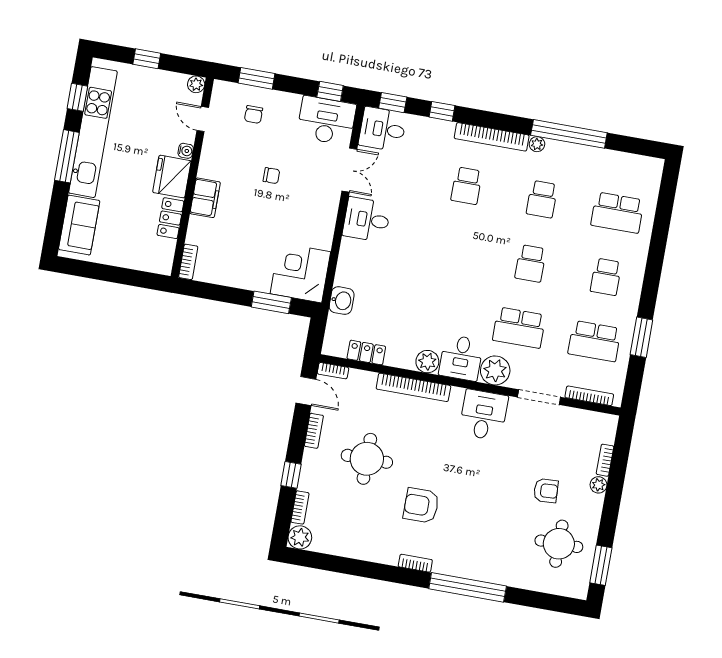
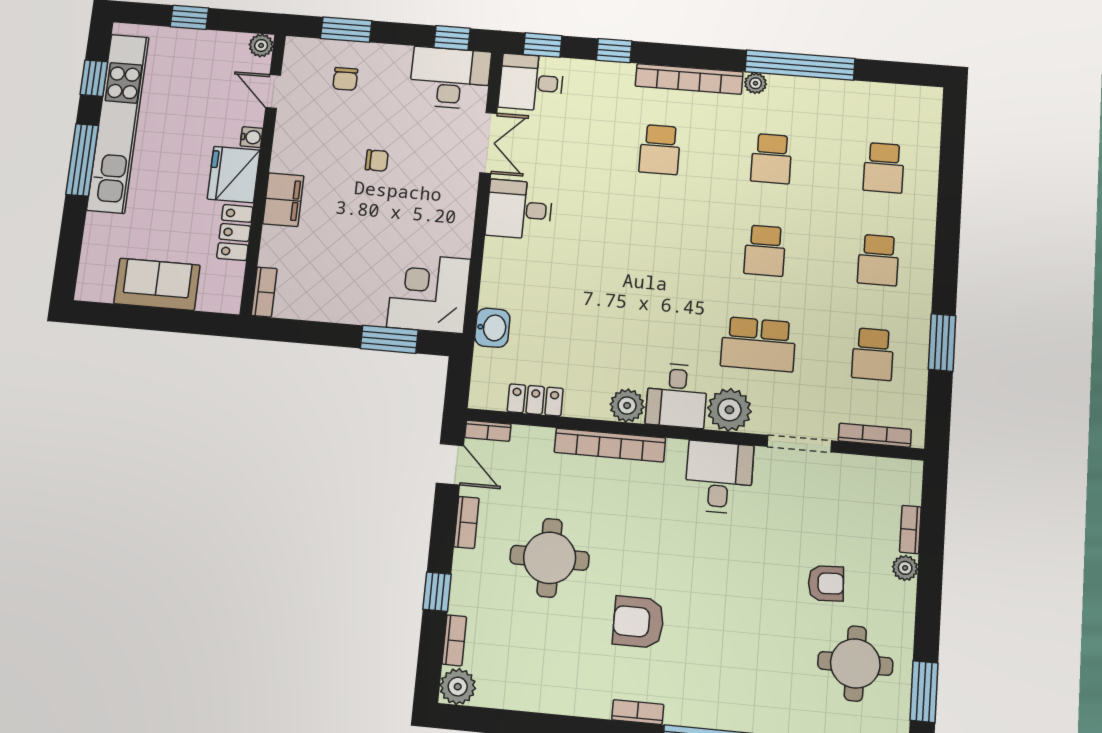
school desk: (617, 213) -> (884, 168), width x0.54
sofa: (79, 225) -> (157, 284), moved, turned -90
school desk: (594, 341) -> (873, 354), width x0.54

